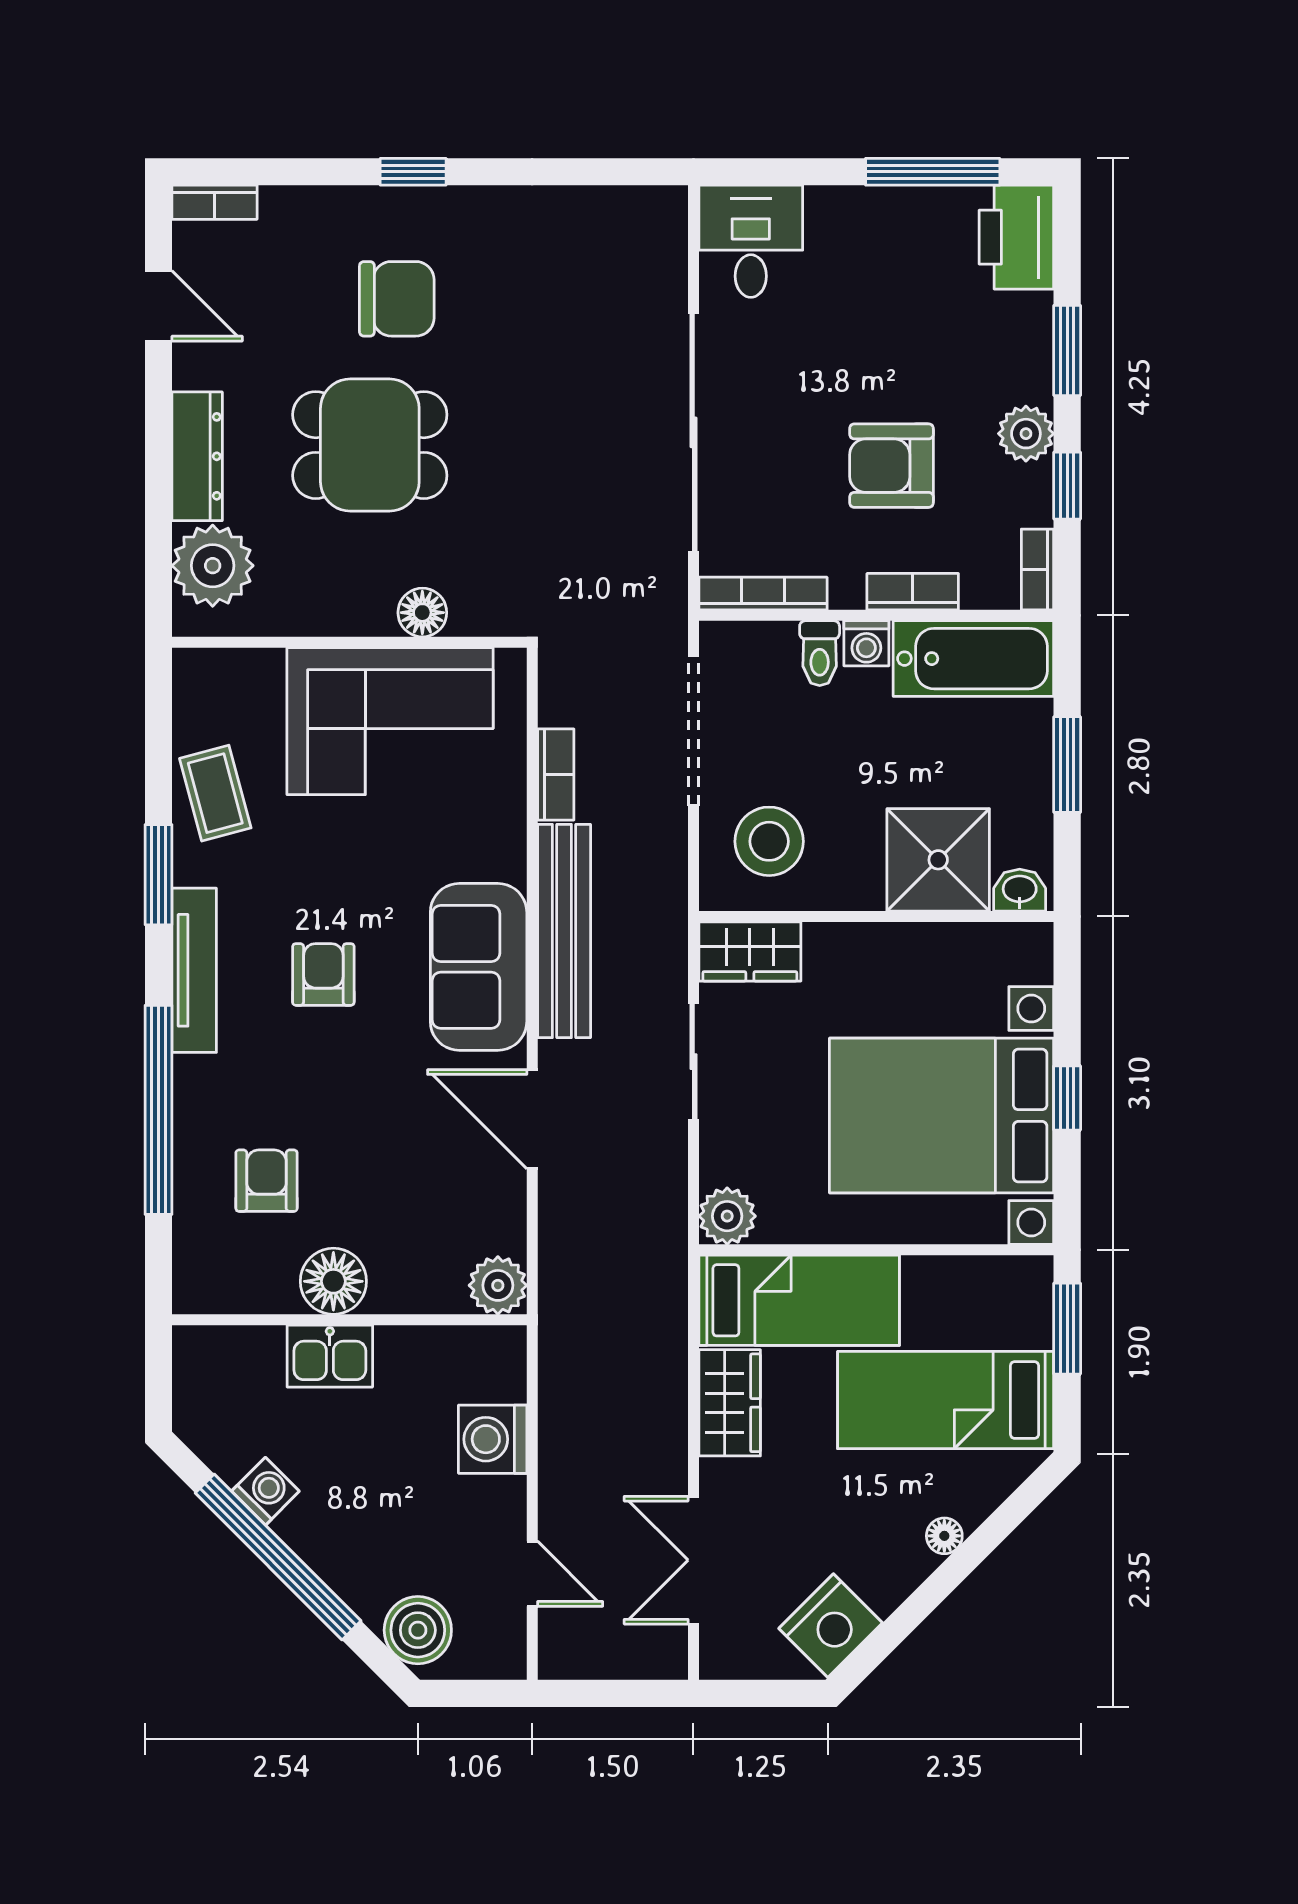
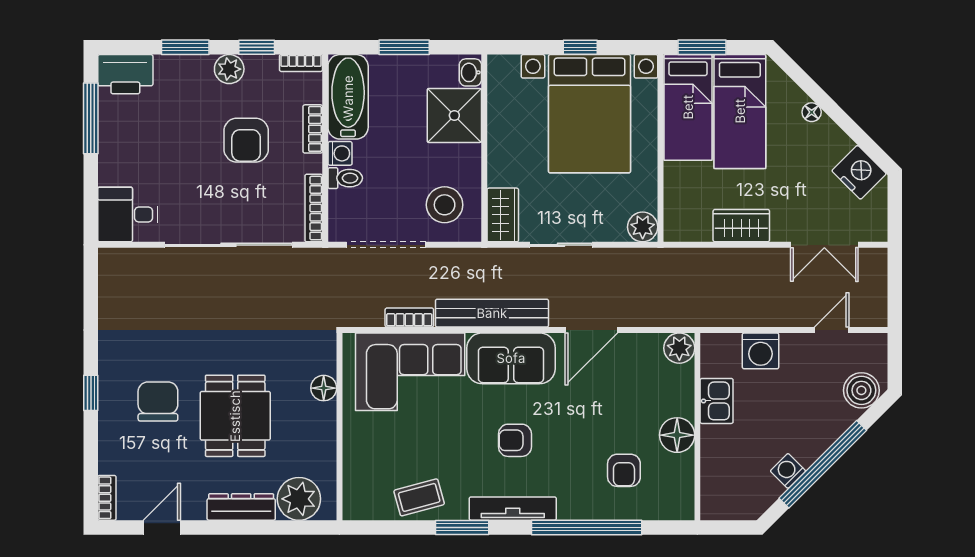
corner sofa: (390, 721) -> (410, 372), moved, turned 90
armchair: (266, 1181) -> (624, 470), turned -90
bed: (799, 1300) -> (688, 107), moved, turned 180
kitchen sink: (330, 1356) -> (717, 401), moved

